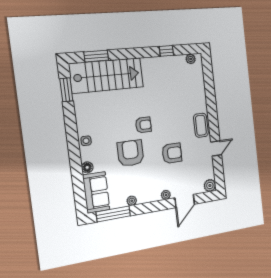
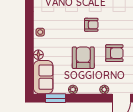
armchair: (131, 153) -> (83, 58), moved
window: (113, 214) -> (56, 98), width x0.69

